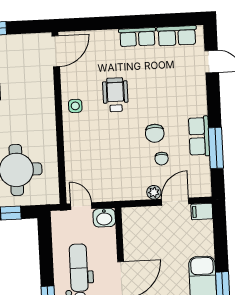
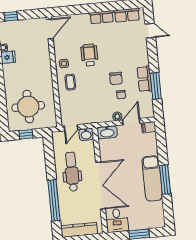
coffee table: (84, 135) -> (70, 82), added
door: (81, 206) -> (71, 128), swing flipped
washbasin: (137, 216) -> (107, 132), added

